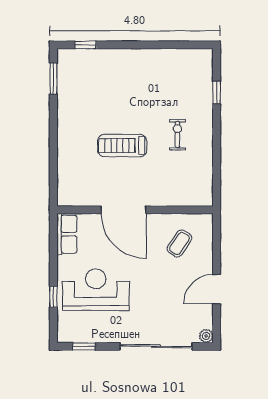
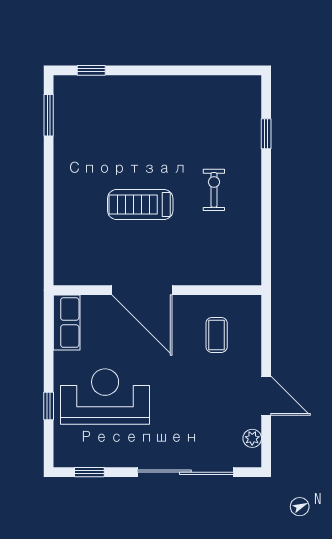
coffee table: (179, 243) -> (217, 335), turned -34
door: (217, 289) -> (266, 396), swing flipped
plant: (206, 336) -> (252, 438), moved

